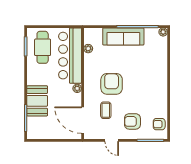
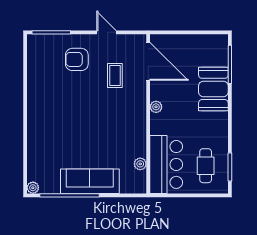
cafe table: (43, 47) -> (206, 166), width x0.73, depth x0.74
bar counter: (70, 56) -> (166, 164), width x0.73
armchair: (112, 84) -> (107, 113), removed
armchair: (132, 121) -> (77, 59), turned 180
armchair: (159, 124) -> (39, 56), removed

